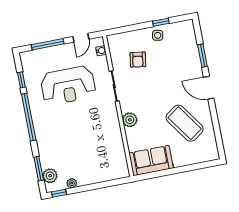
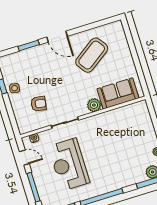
reception desk: (68, 85) -> (69, 165), turned 180
door: (209, 88) -> (57, 37), hinge flipped
sofa: (151, 161) -> (118, 93), moved, turned 90

